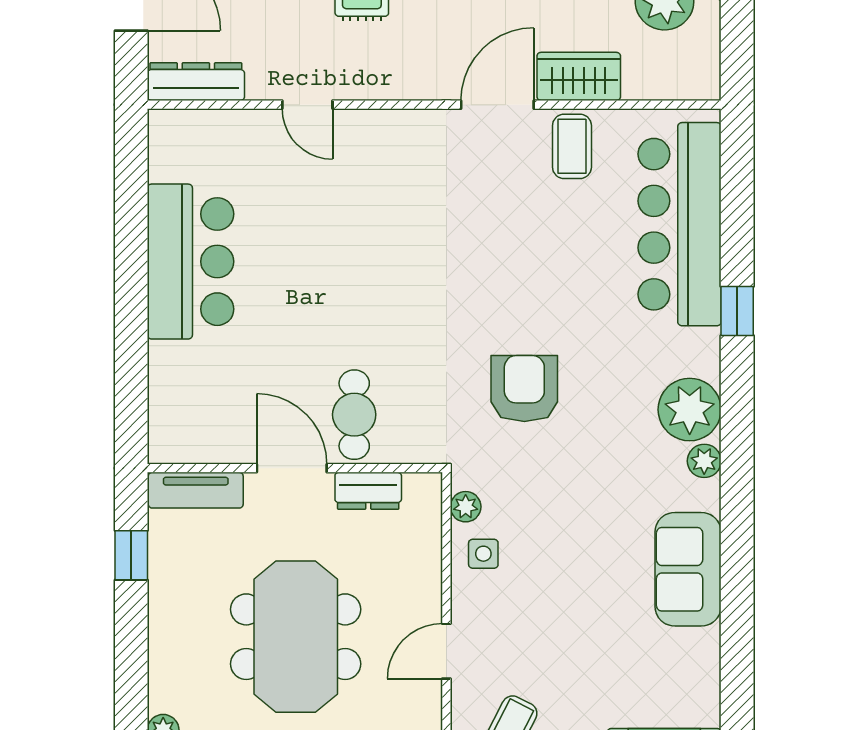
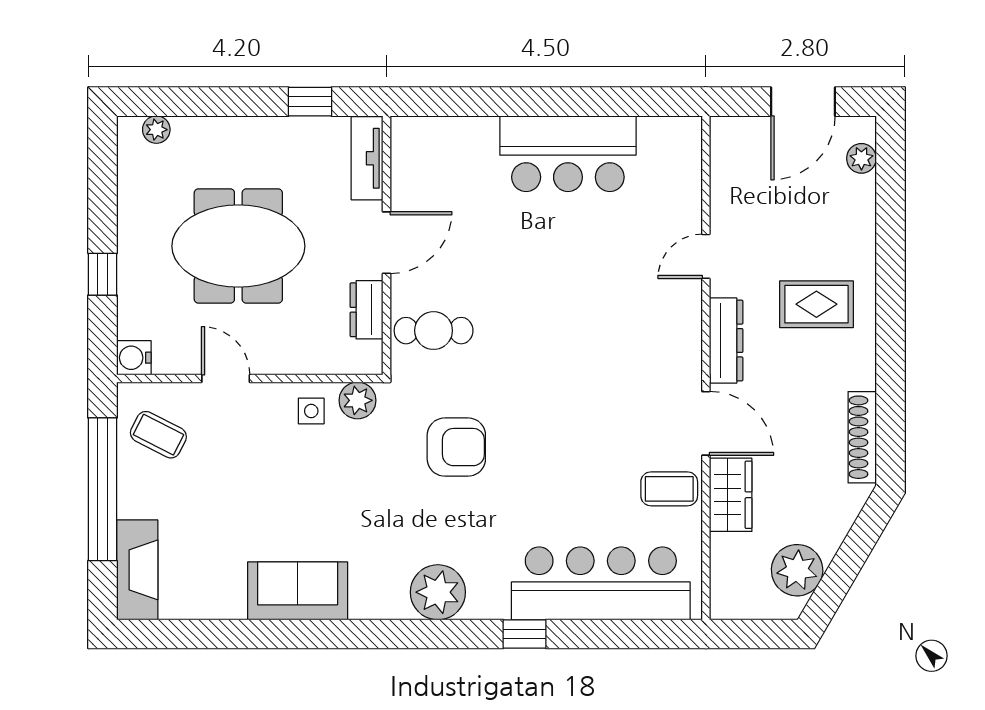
dresser: (196, 82) -> (726, 341), moved
cafe table: (354, 415) -> (434, 331), moved
plant: (704, 461) -> (393, 605), removed
plant: (466, 507) -> (358, 400), width x1.38, depth x1.38

